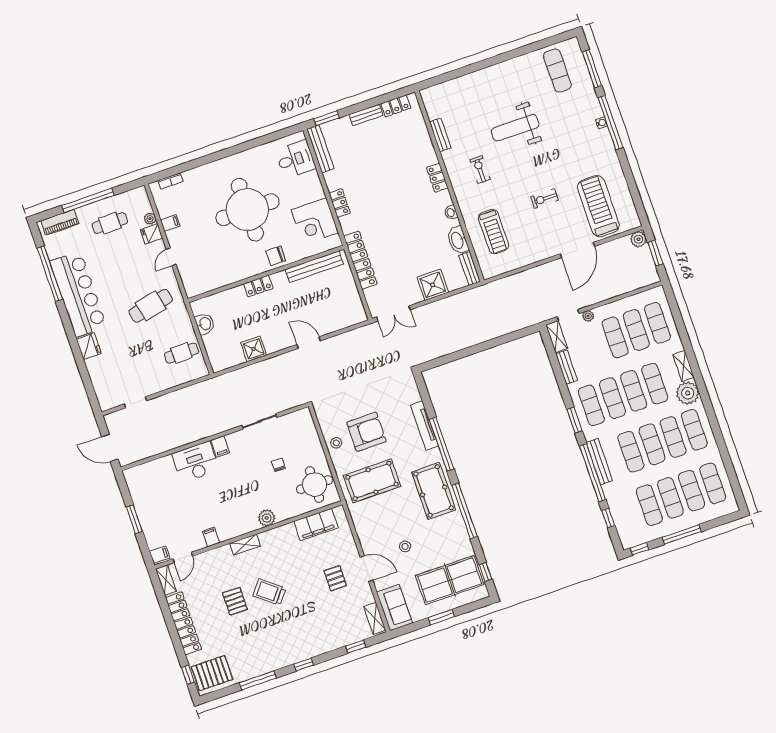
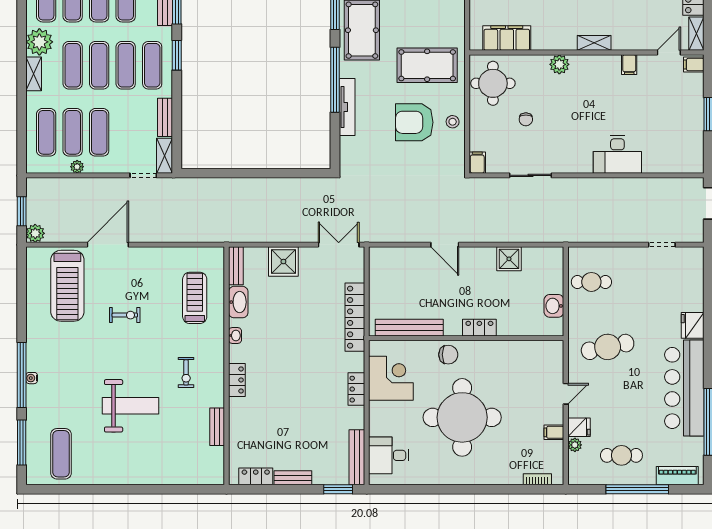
plant: (588, 316) -> (77, 167), moved
filing cabinet: (220, 446) -> (477, 163), moved

